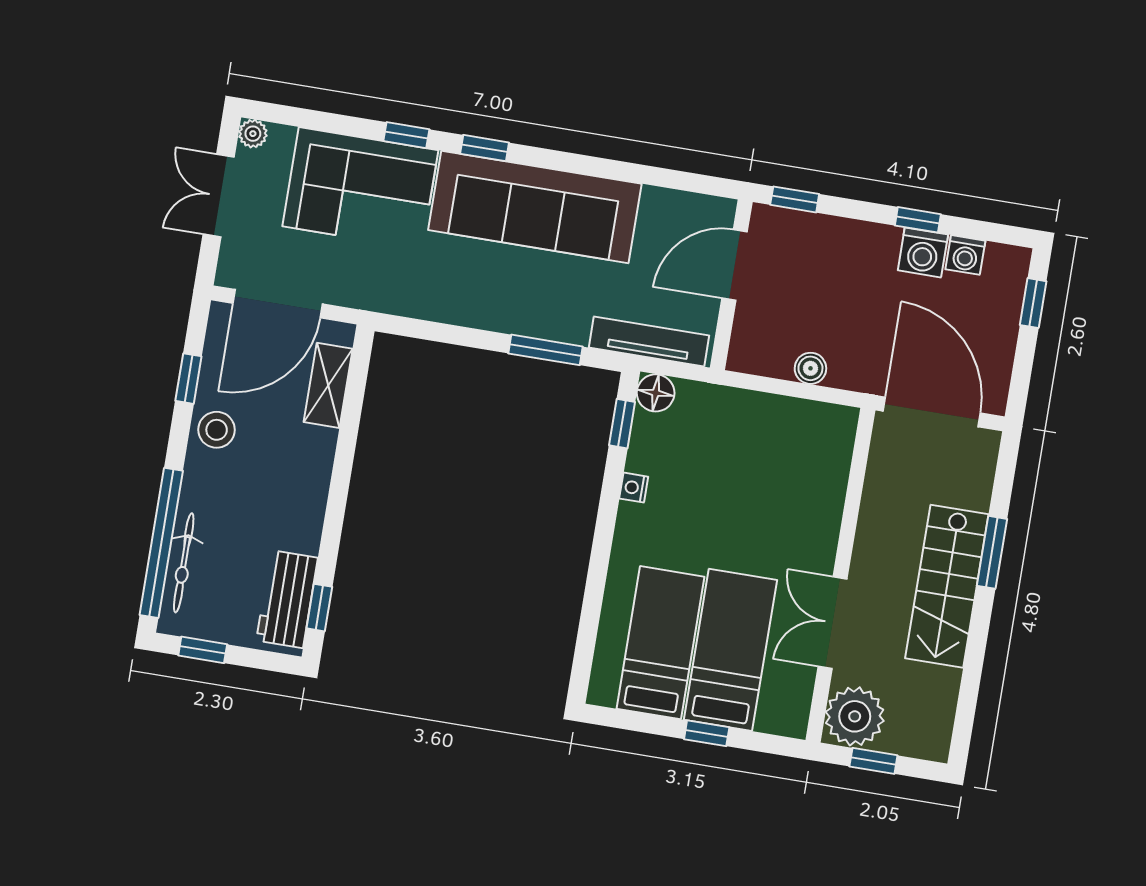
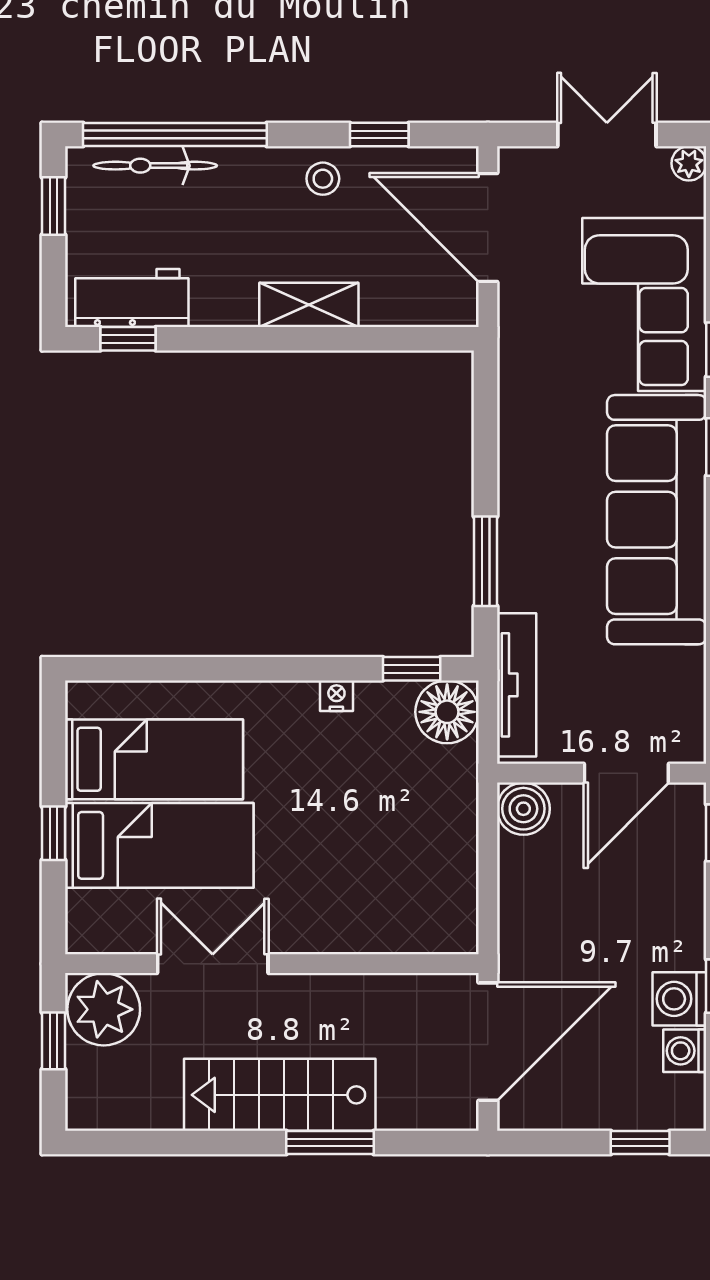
door: (735, 265) -> (626, 773), swing flipped
boiler: (810, 368) -> (523, 809), moved, width x1.36, depth x1.36
shelving: (328, 385) -> (309, 305), moved
floor lamp: (656, 393) -> (447, 712), width x1.38, depth x1.38
stool: (217, 430) -> (323, 179), width x0.73, depth x0.73

